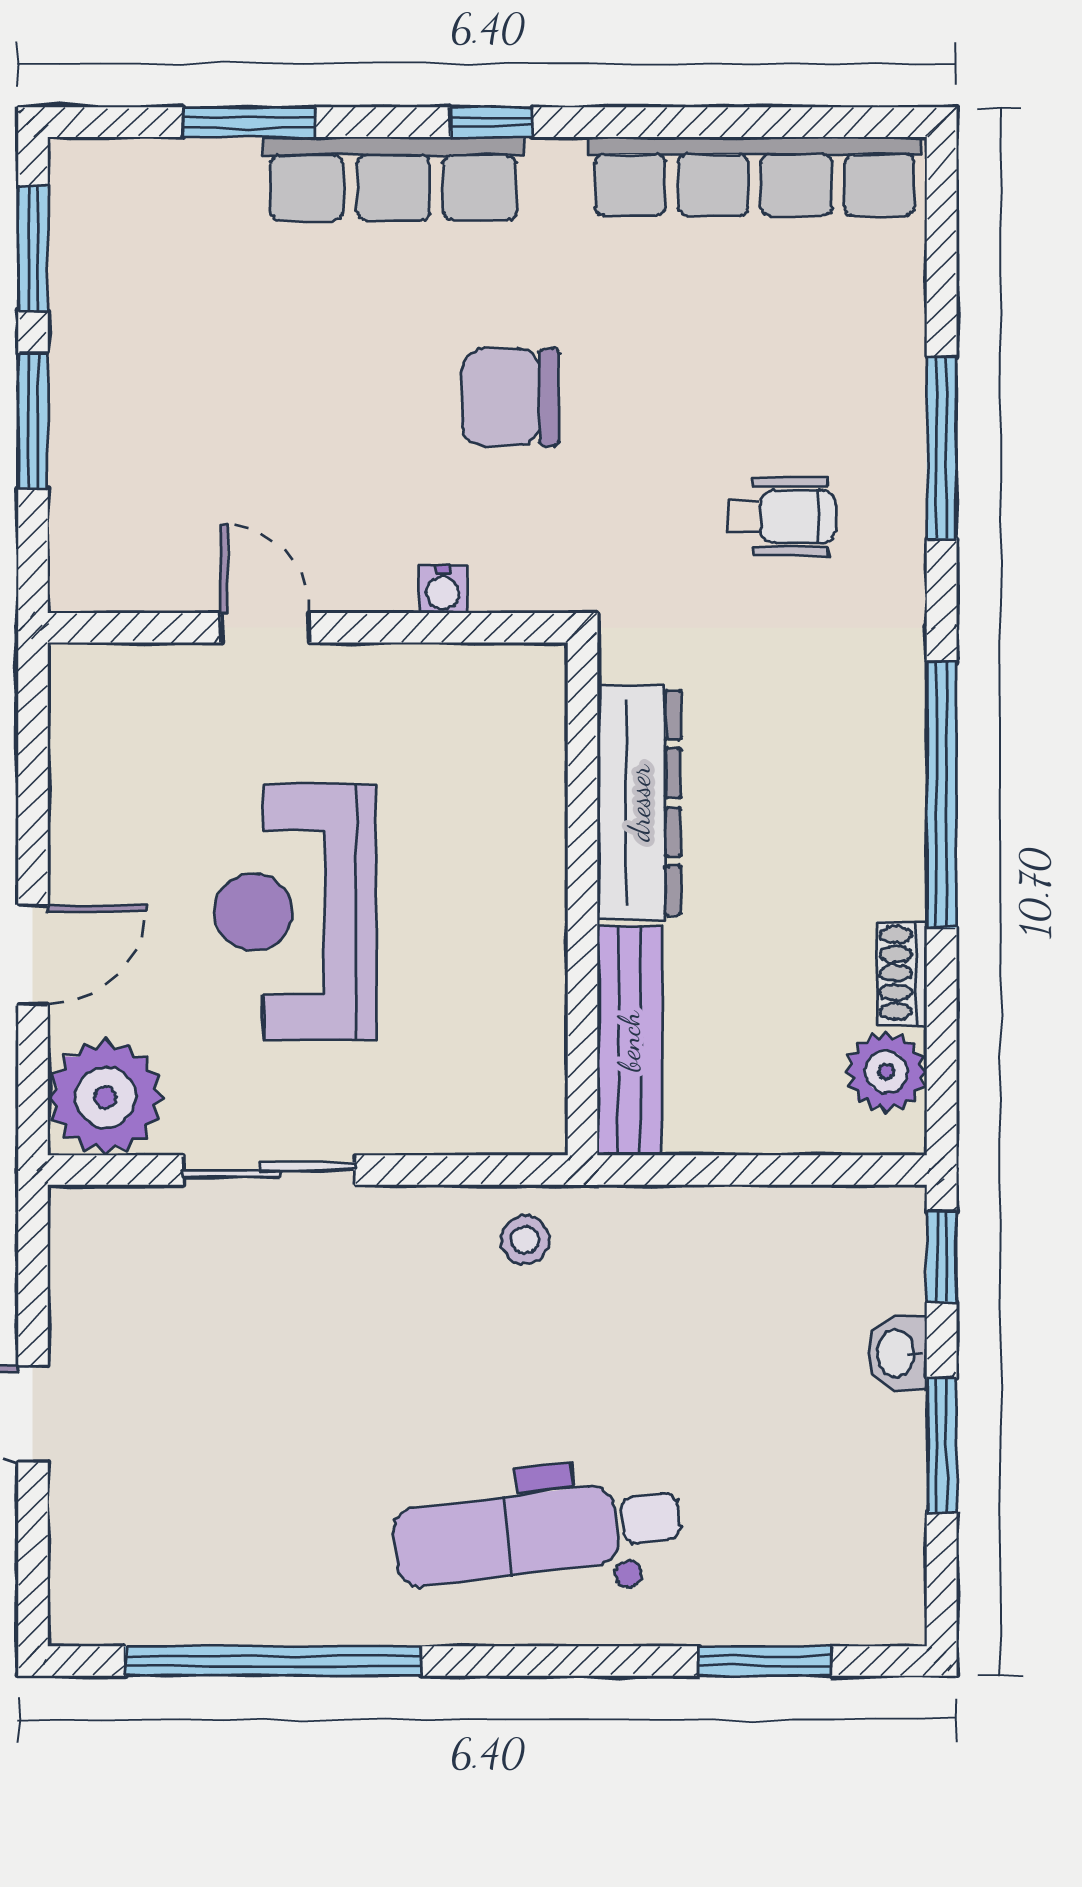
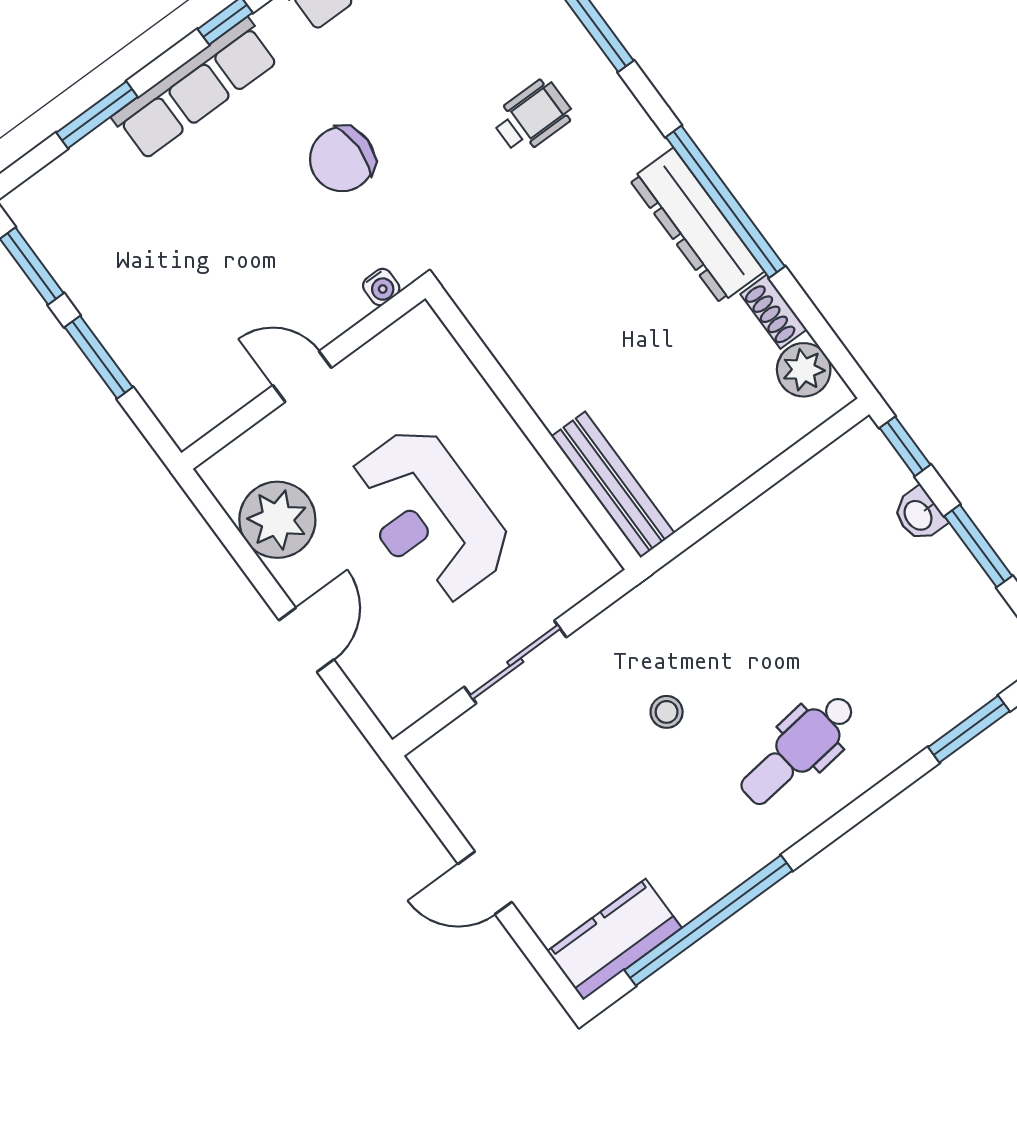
dresser: (639, 803) -> (697, 226), moved, turned 180
wall: (583, 899) -> (533, 428), moved
bench: (629, 1041) -> (613, 485), moved
plant: (106, 1097) -> (277, 520), moved
stool: (525, 1240) -> (667, 712), moved
dental chair: (537, 1532) -> (798, 750), width x0.73, depth x0.72
kitchen counter: (141, 1600) -> (614, 940), added

